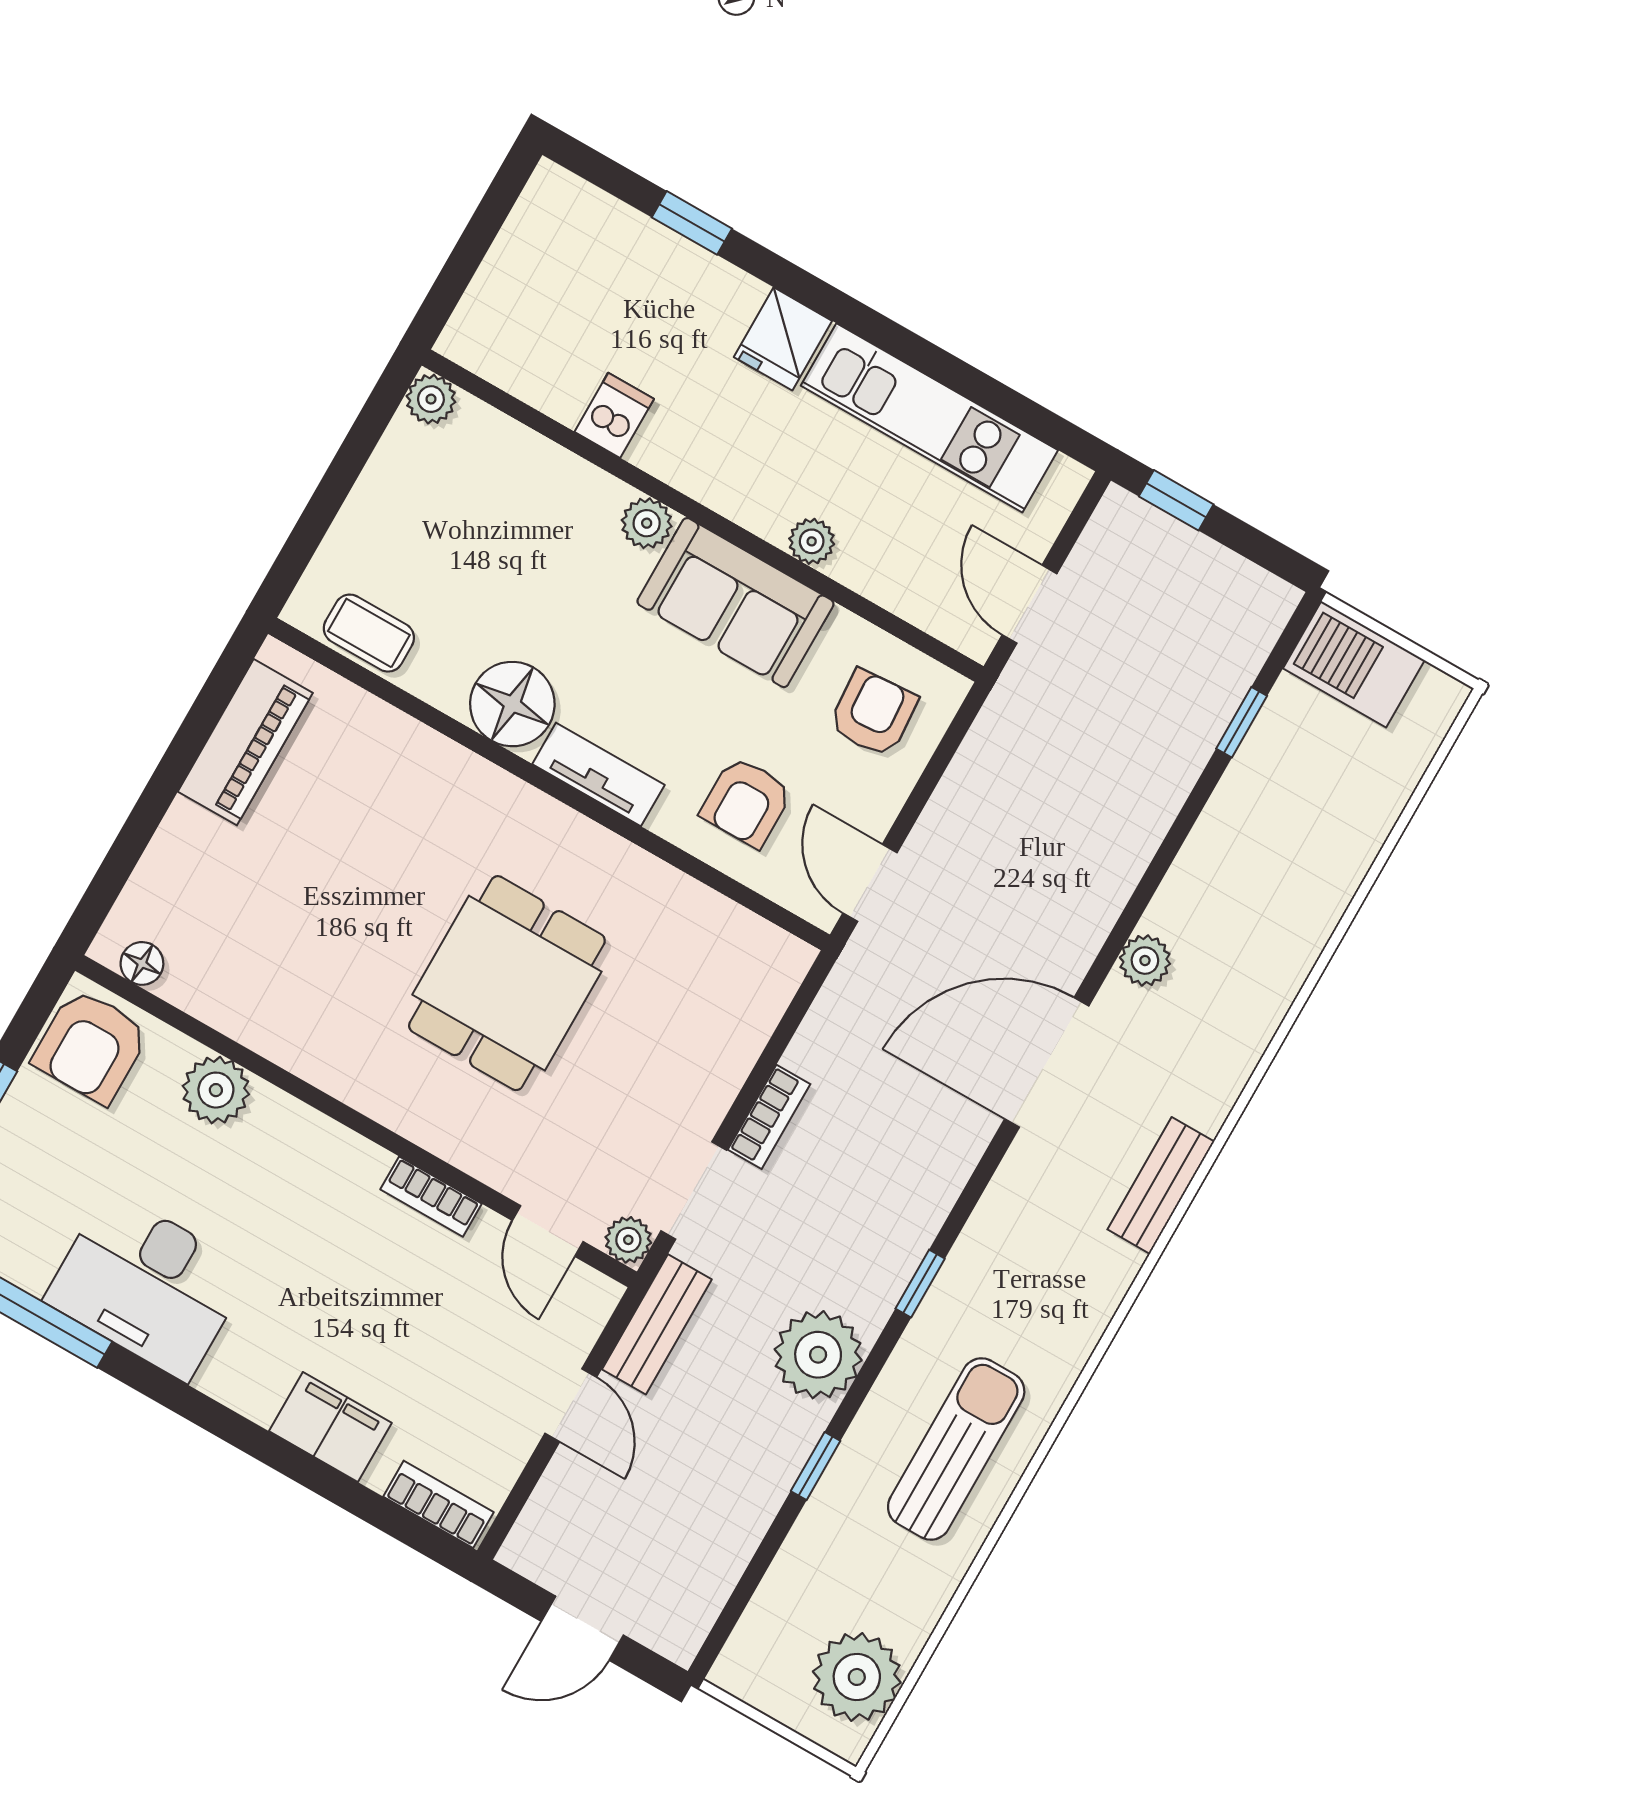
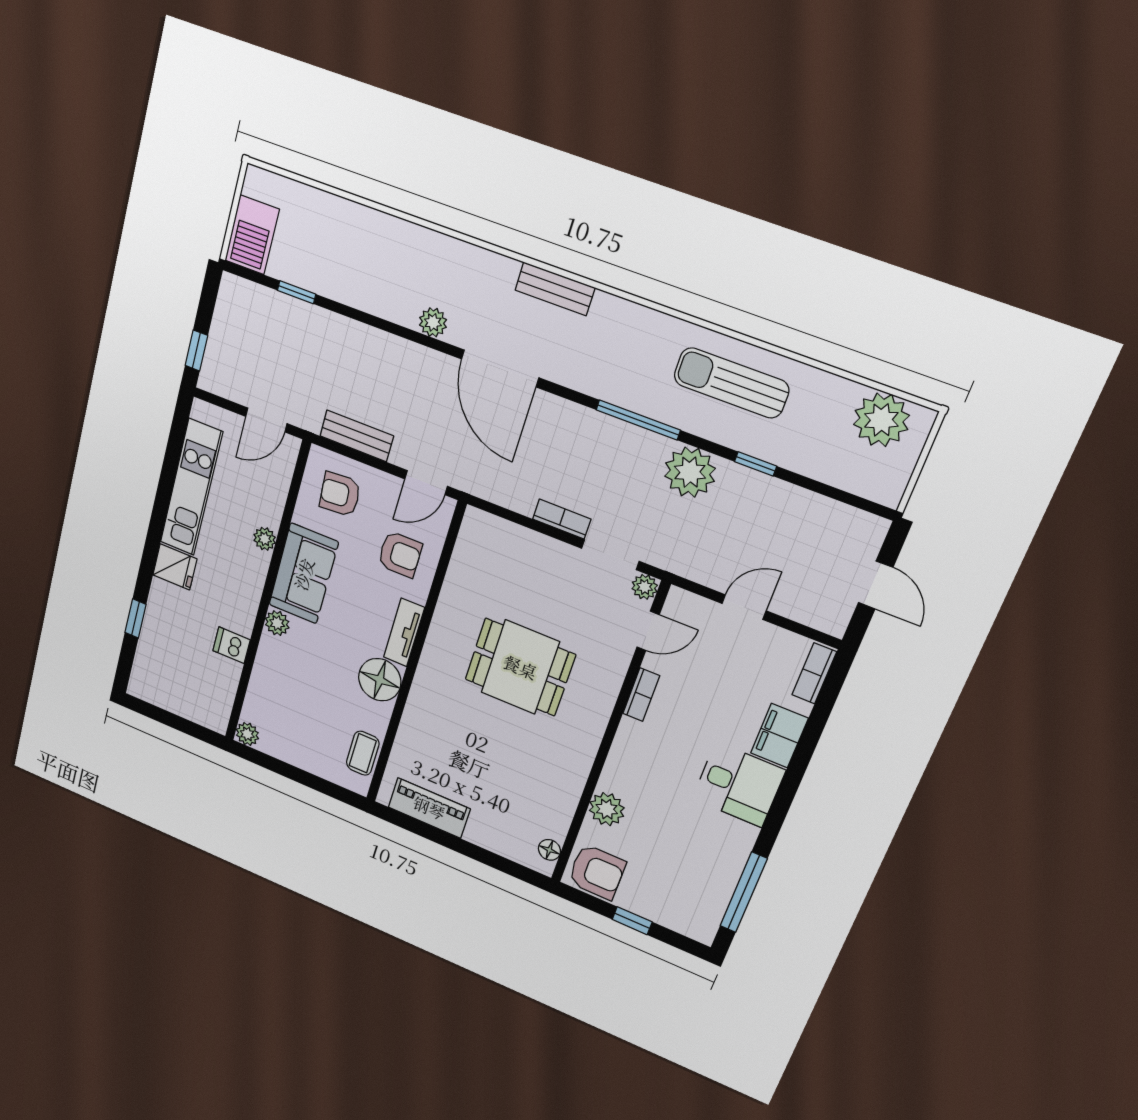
window: (920, 1284) -> (638, 420), width x2.17
desk: (148, 1285) -> (739, 785), moved, width x0.73
bench: (657, 1324) -> (357, 436), moved

